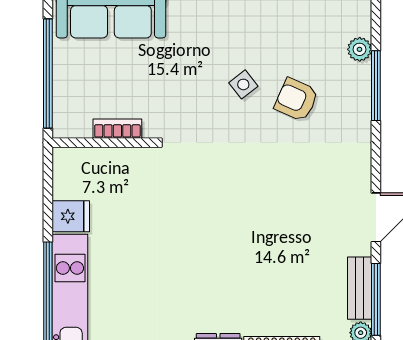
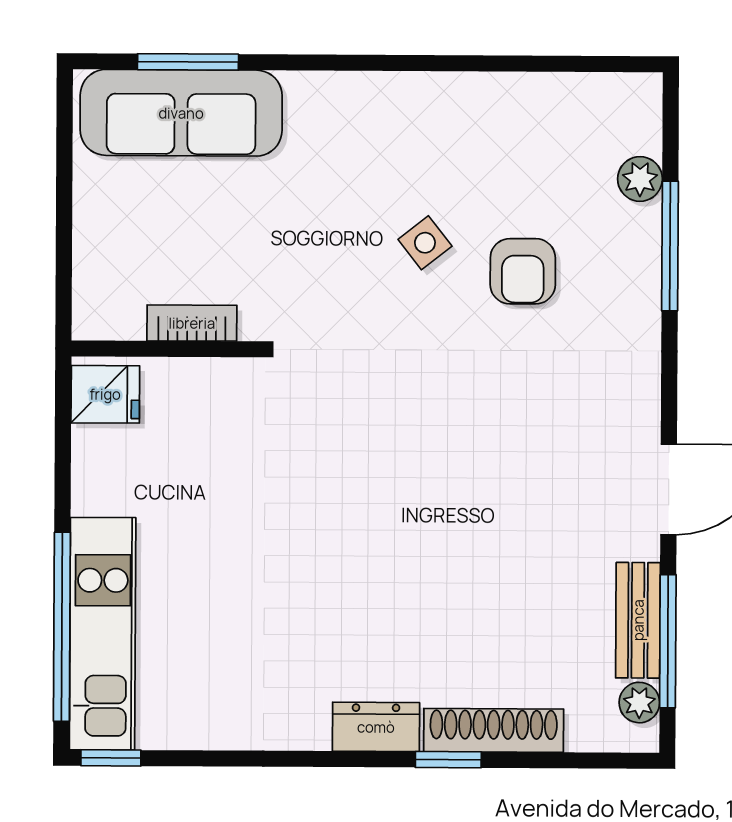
window: (48, 73) -> (64, 221), removed
armchair: (296, 100) -> (523, 271), turned -114
fridge: (71, 216) -> (105, 394), moved

